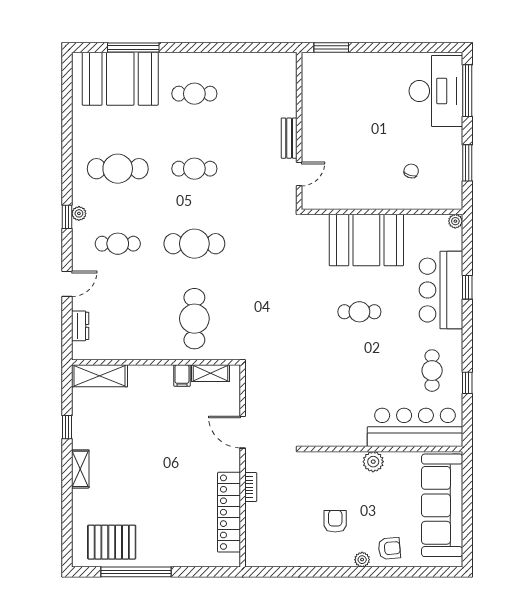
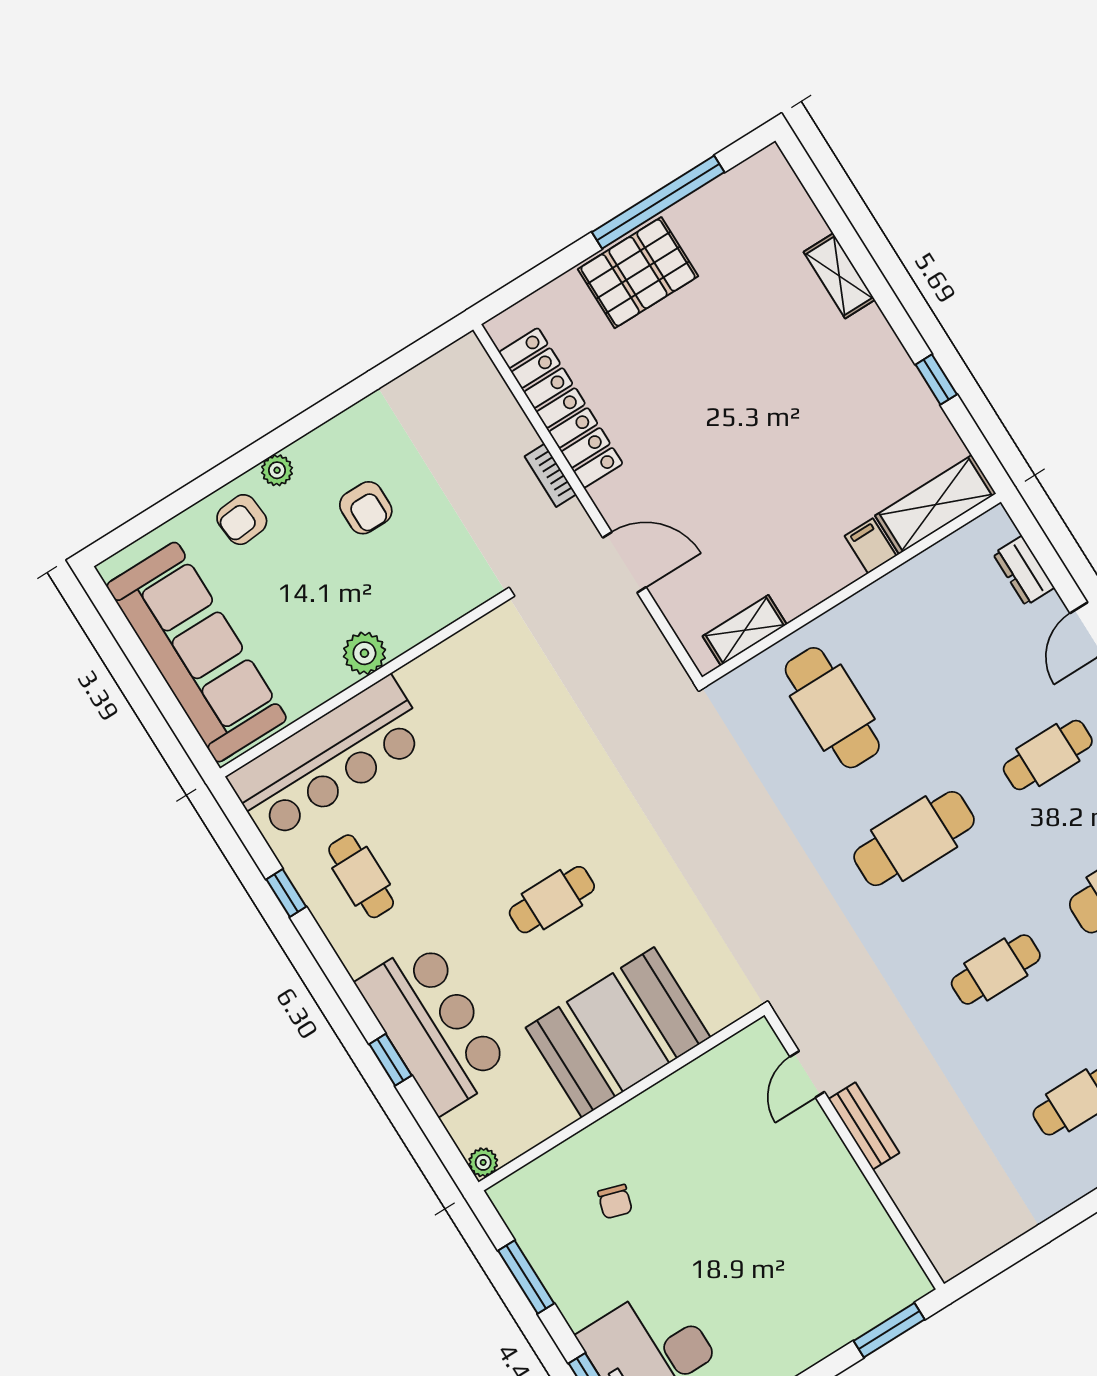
filing cabinet: (182, 376) -> (870, 546), moved
shelving: (80, 469) -> (839, 276), moved
pallet: (112, 542) -> (638, 273), moved

